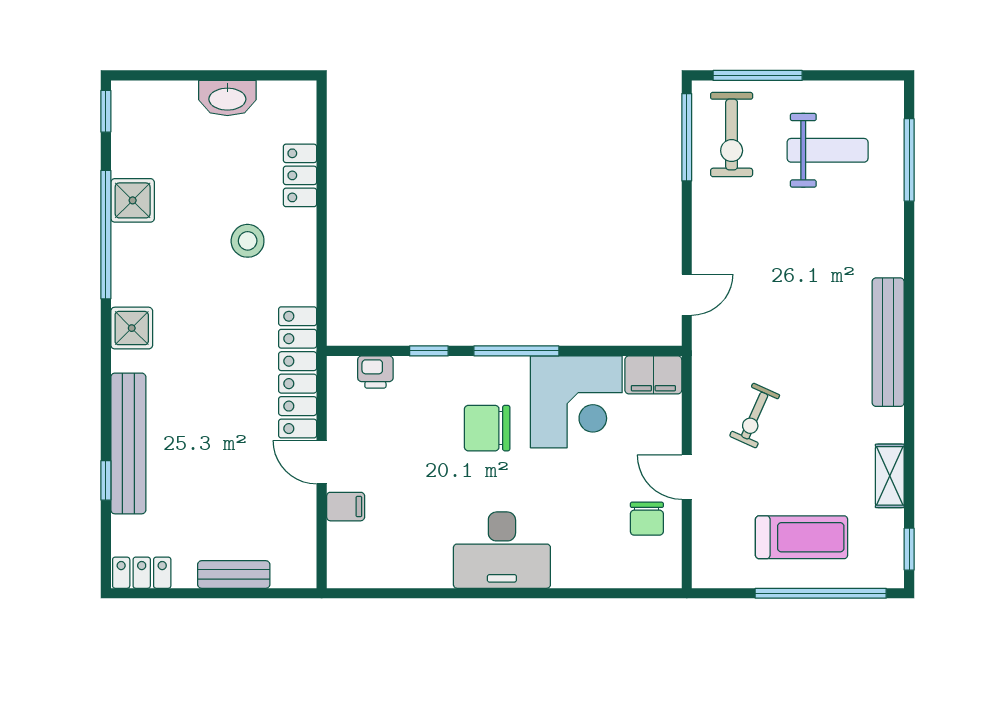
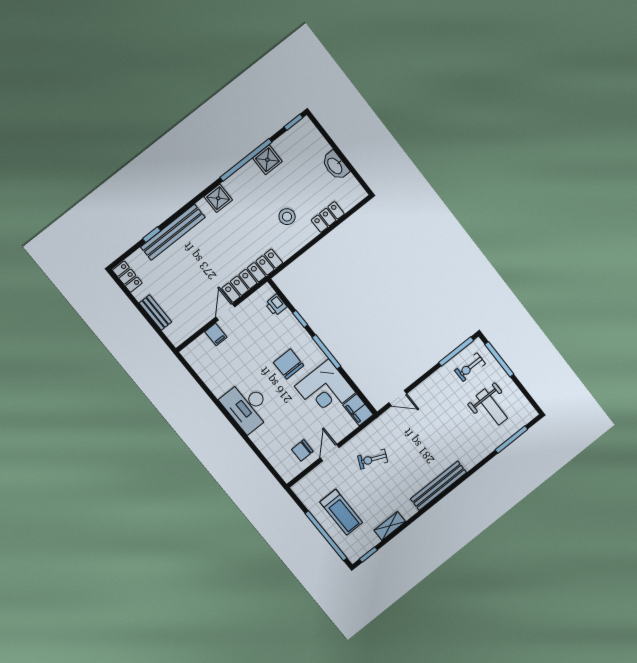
exercise bike: (732, 135) -> (470, 367), width x0.73, depth x0.72

